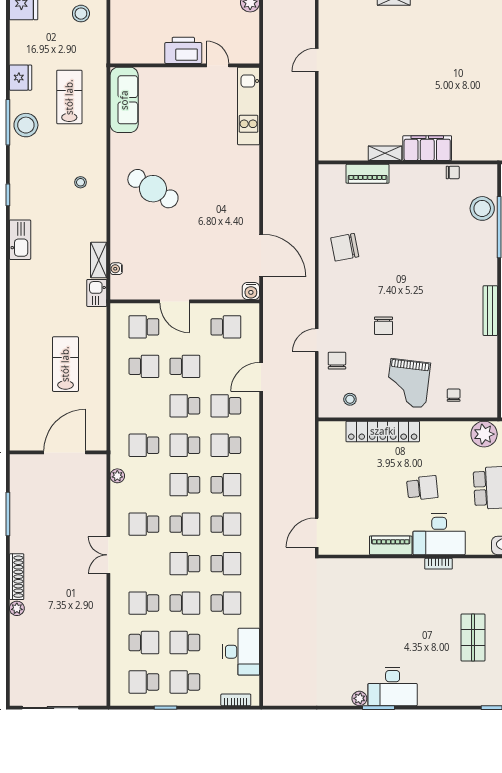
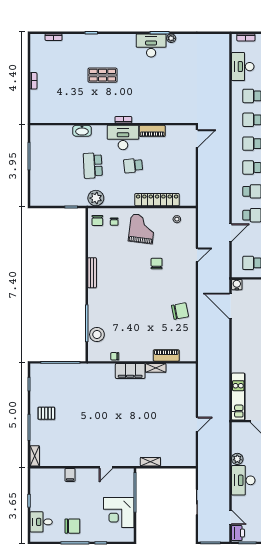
chair: (337, 361) -> (97, 221), moved
shop shelf: (473, 638) -> (102, 75), turned 90

